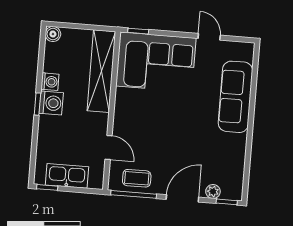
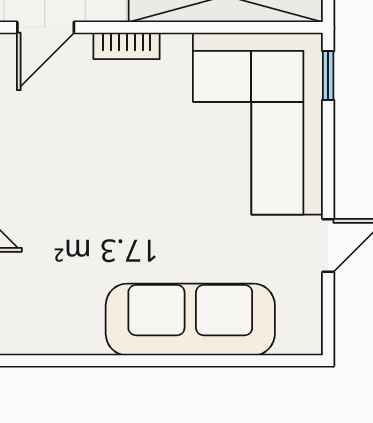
bookcase: (119, 114) -> (127, 46), added

